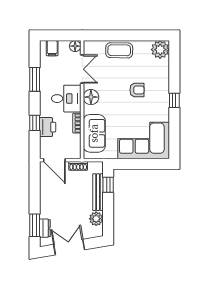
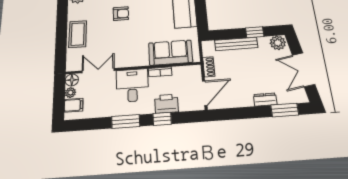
plant: (64, 45) -> (70, 93), added
window: (35, 79) -> (126, 121), moved
armchair: (137, 90) -> (121, 14), turned 90
floor lamp: (91, 97) -> (130, 59), removed
window: (108, 185) -> (255, 32), moved
plant: (96, 219) -> (278, 43), moved
dresser: (45, 228) -> (265, 100), moved

